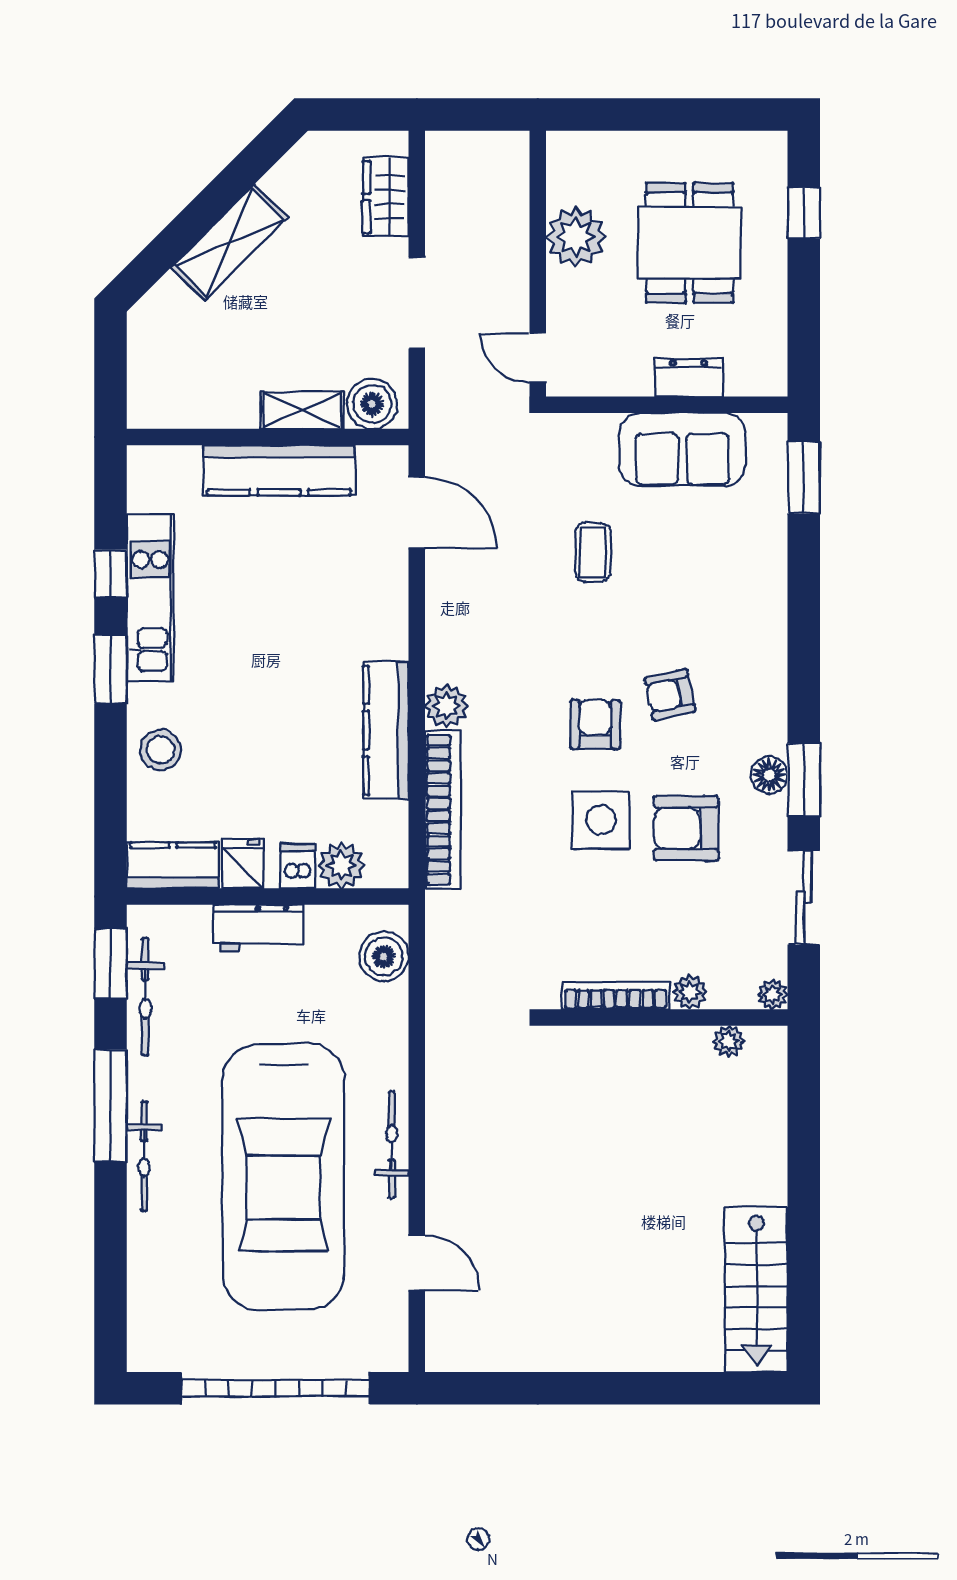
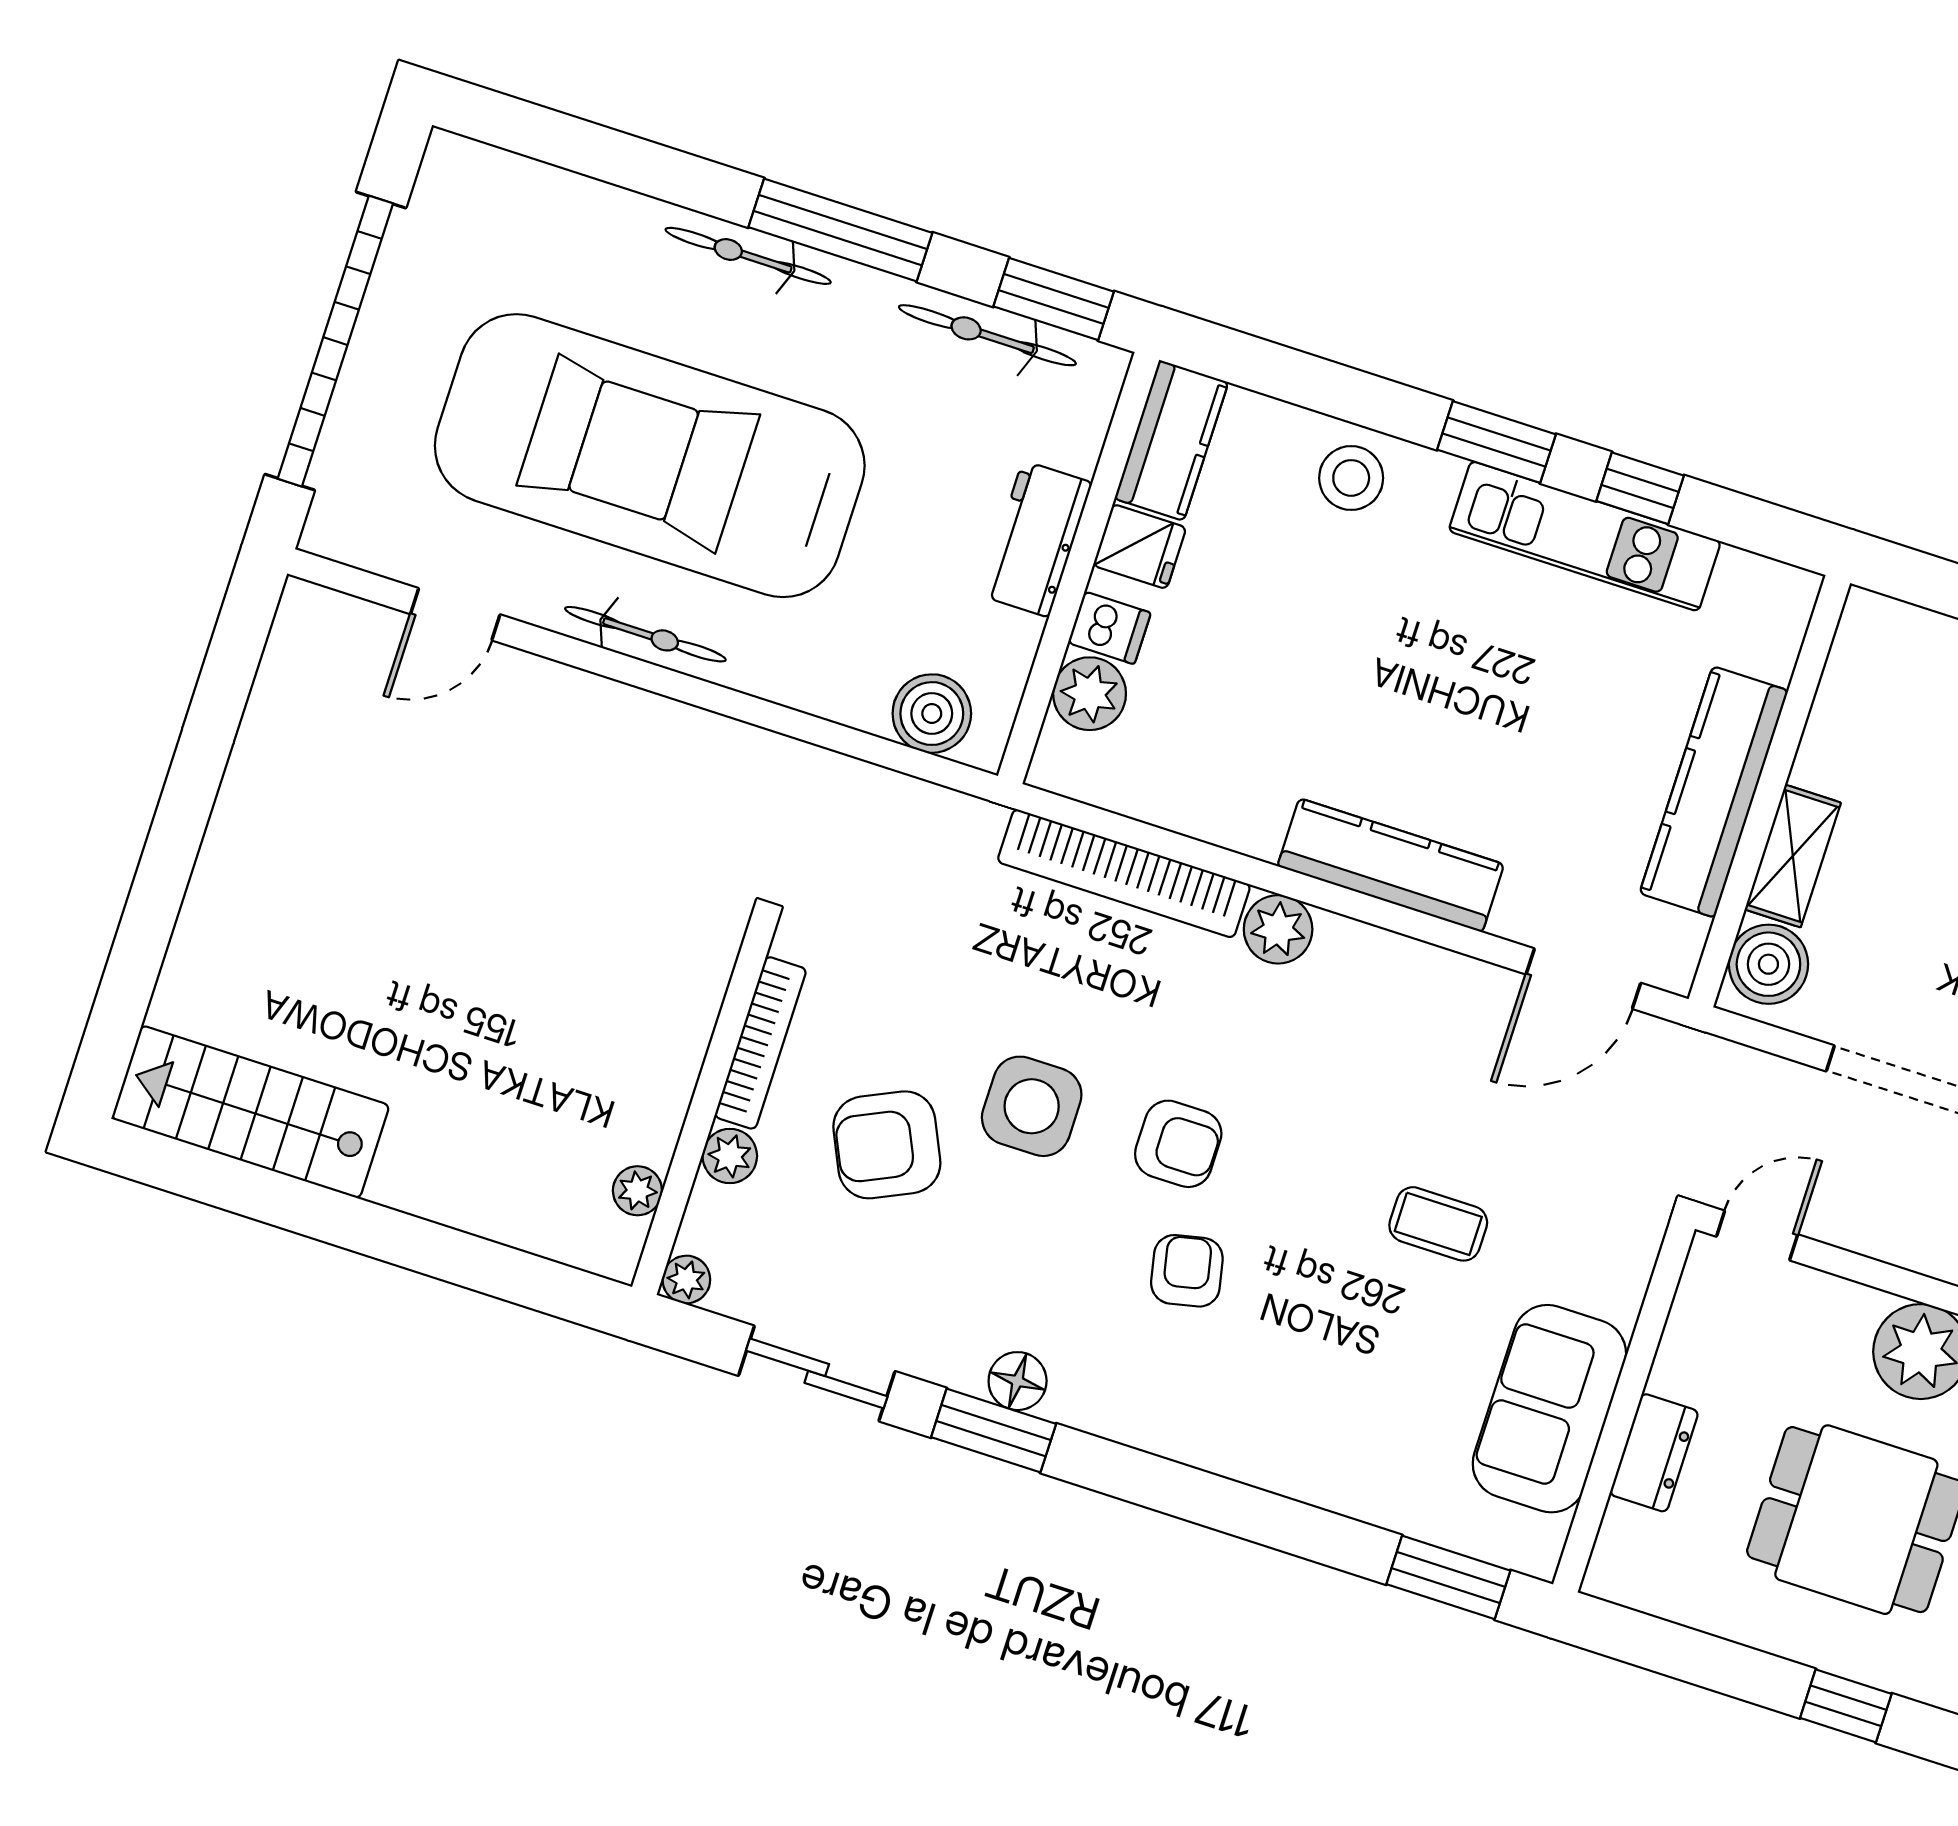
kitchen counter: (386, 730) -> (1391, 865), moved
armchair: (686, 828) -> (887, 1145), moved, turned -115

